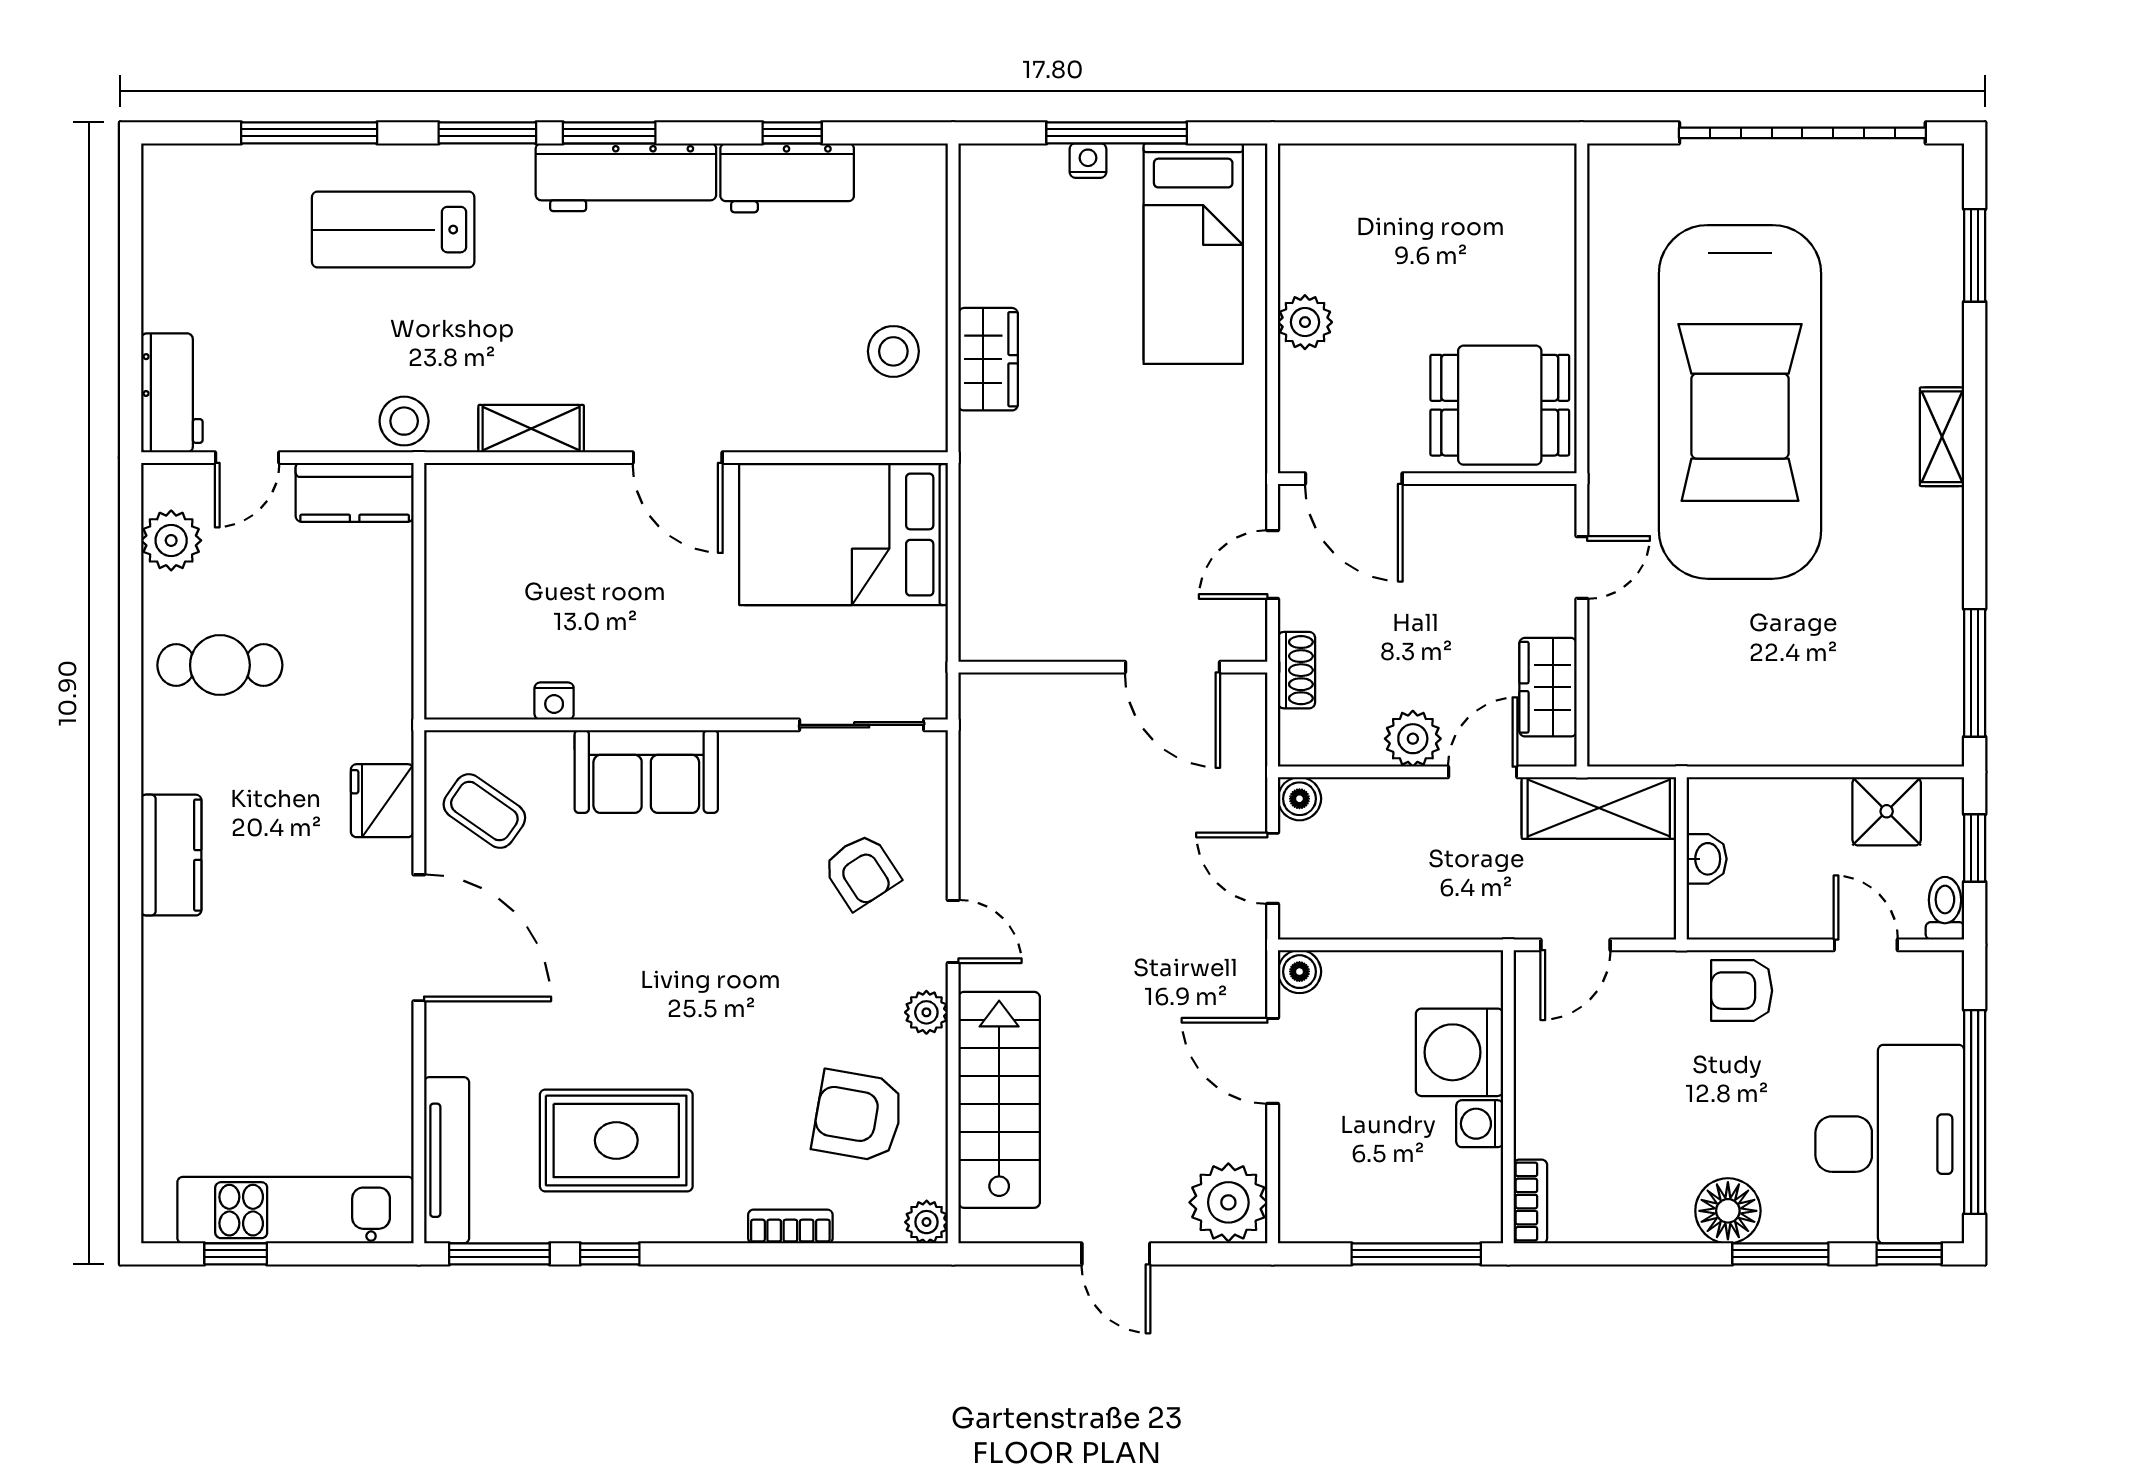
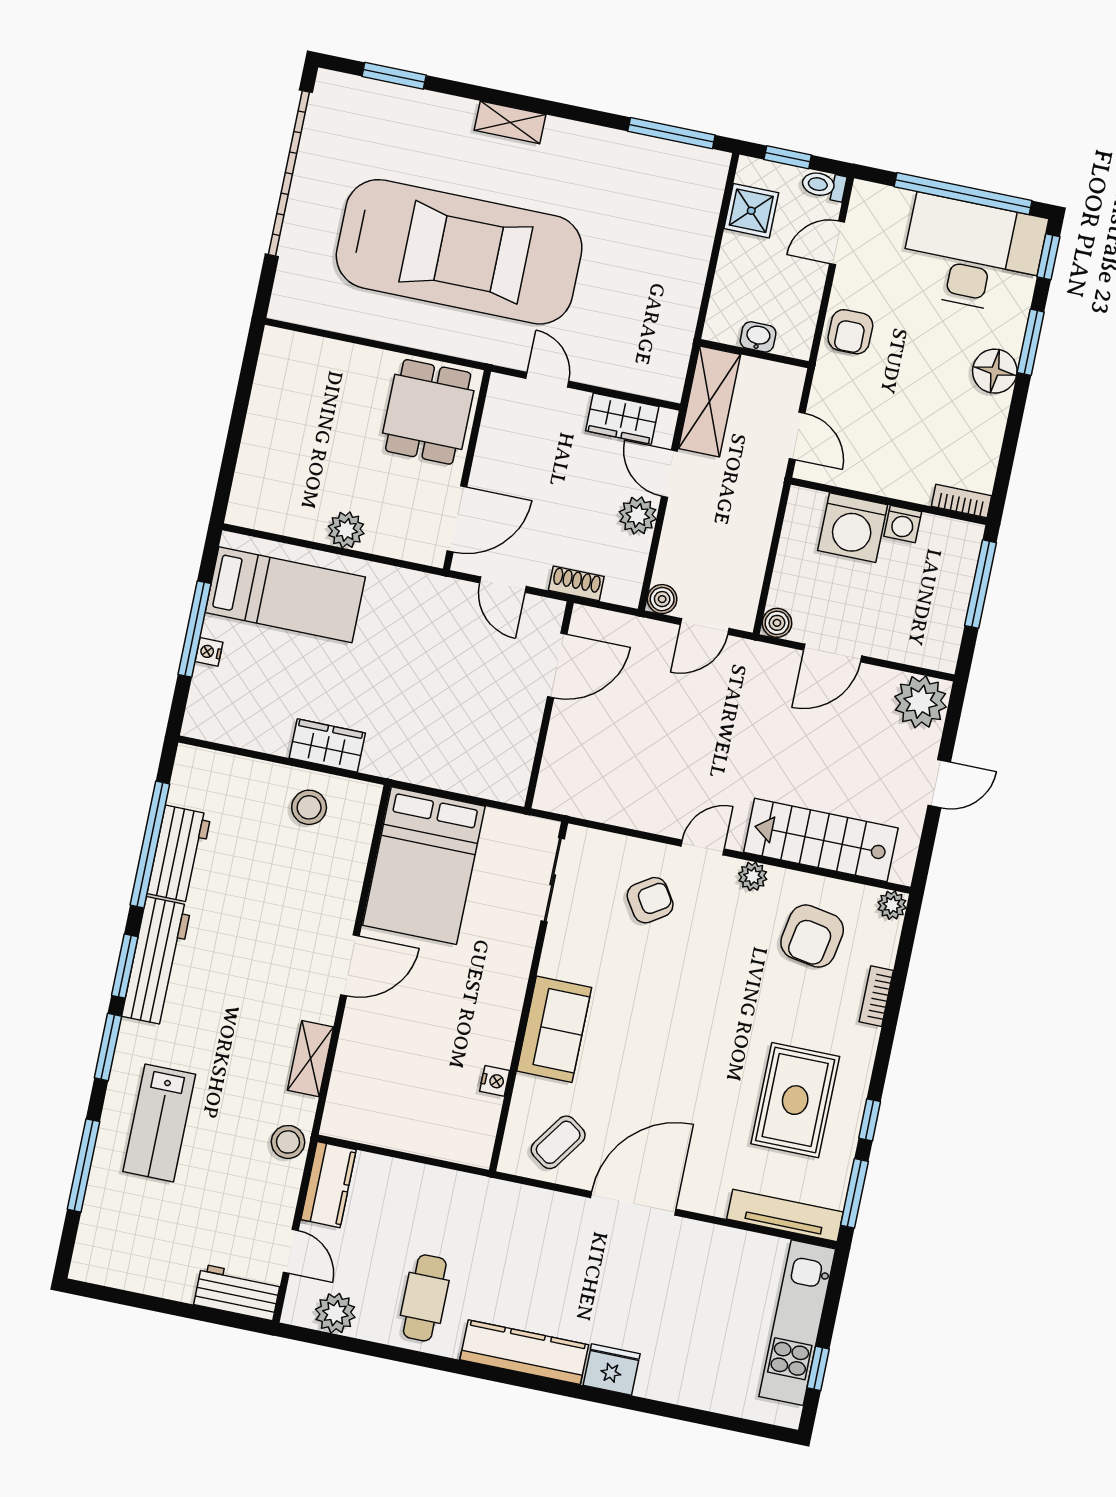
window: (792, 133) -> (150, 845), width x3.17
fridge: (382, 801) -> (612, 1369), moved, turned 180
kitchen counter: (171, 855) -> (524, 1352), width x1.50

